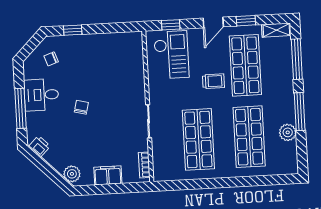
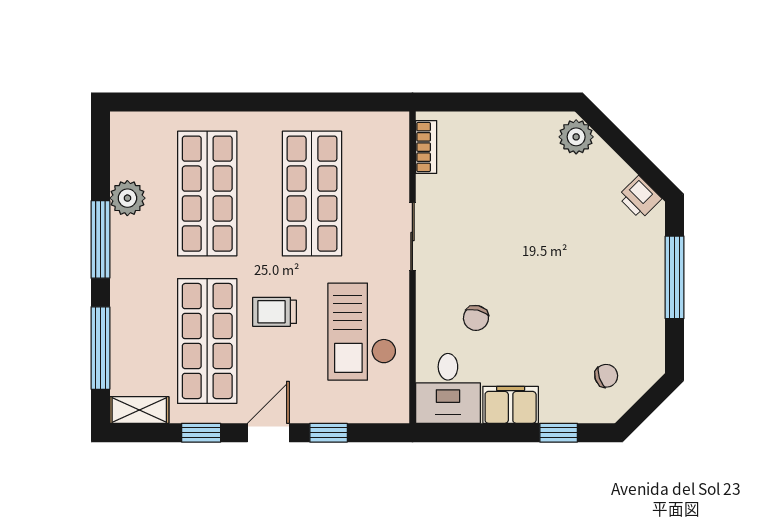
window: (171, 25) -> (329, 433), moved
checkout: (171, 55) -> (362, 332), moved
desk: (41, 95) -> (448, 388), moved, turned 90
chair: (81, 107) -> (476, 318), moved
filing cabinet: (108, 175) -> (511, 405), moved, turned 180

